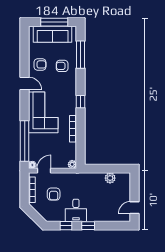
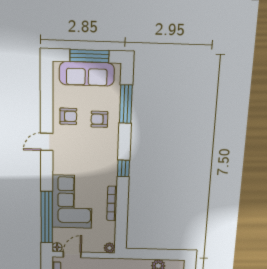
door: (25, 84) -> (47, 142), swing flipped
corner sofa: (43, 112) -> (72, 202), moved

